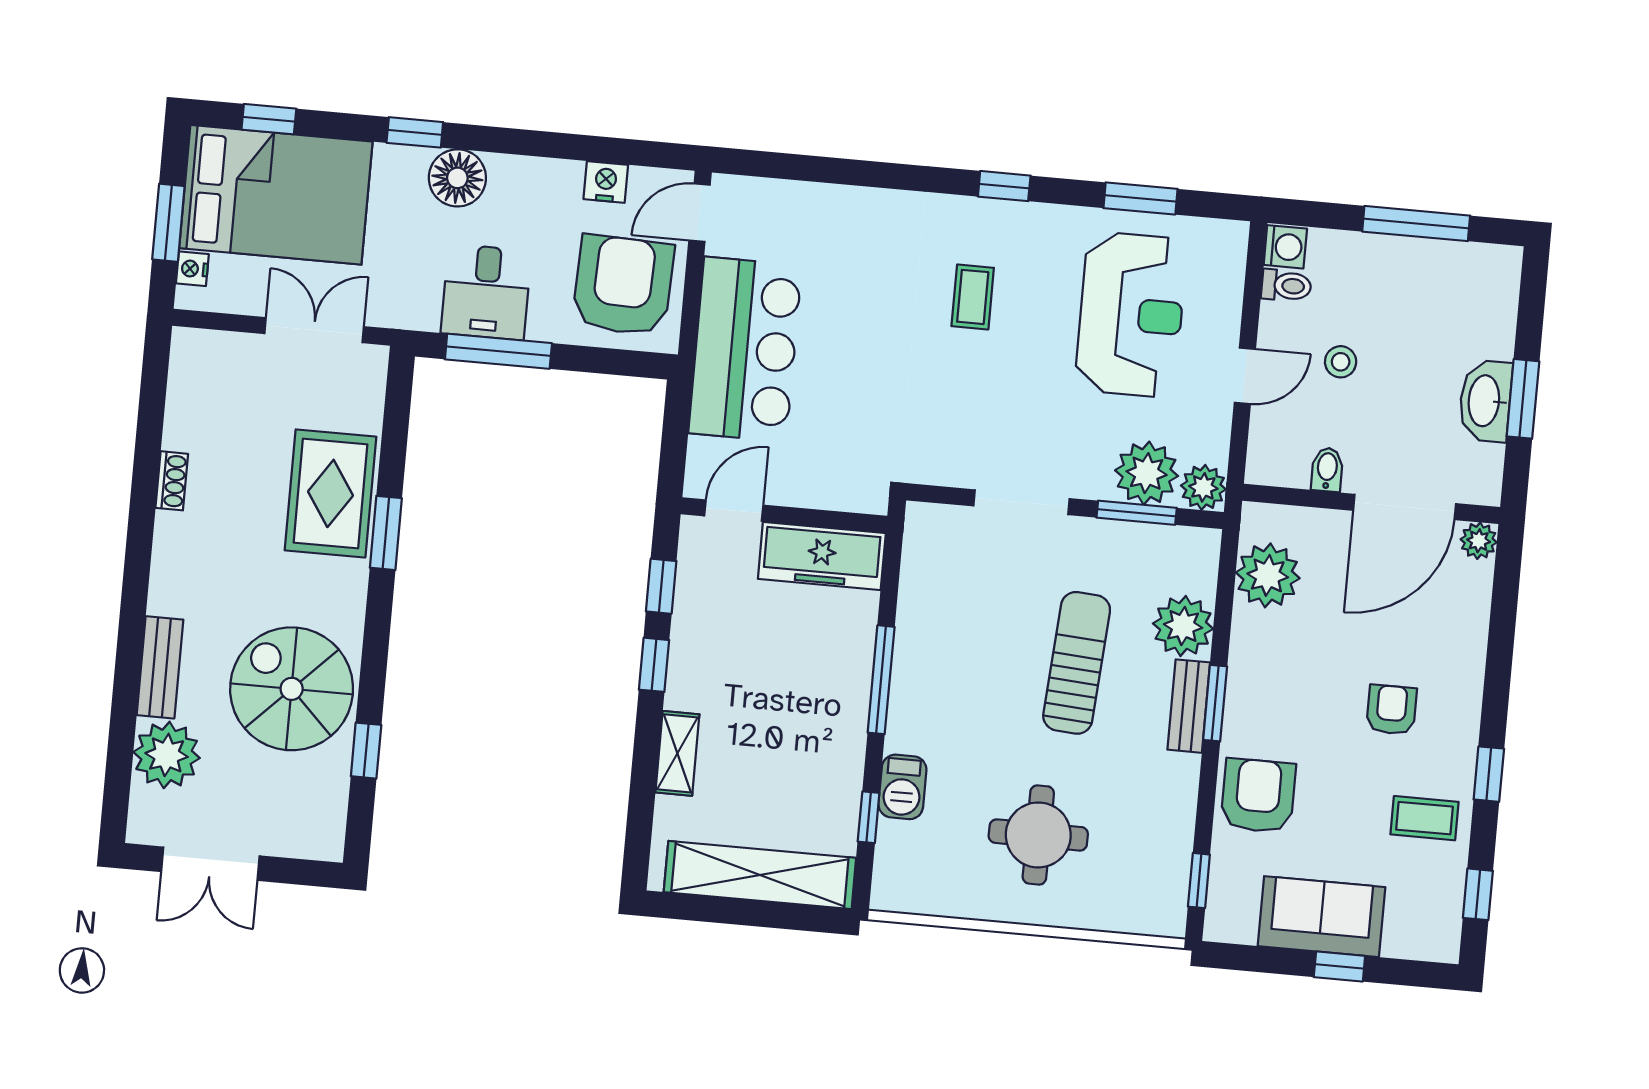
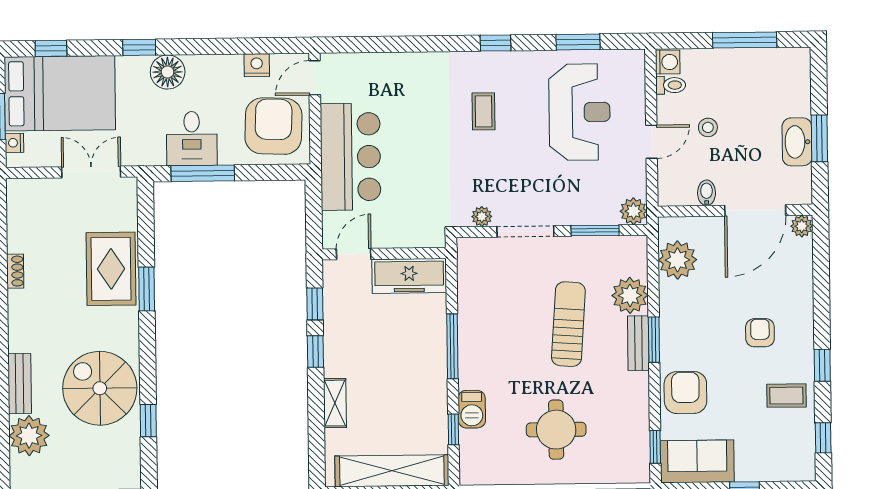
plant: (1147, 473) -> (482, 216), moved, width x0.53, depth x0.53
sofa: (1322, 917) -> (697, 461), moved

